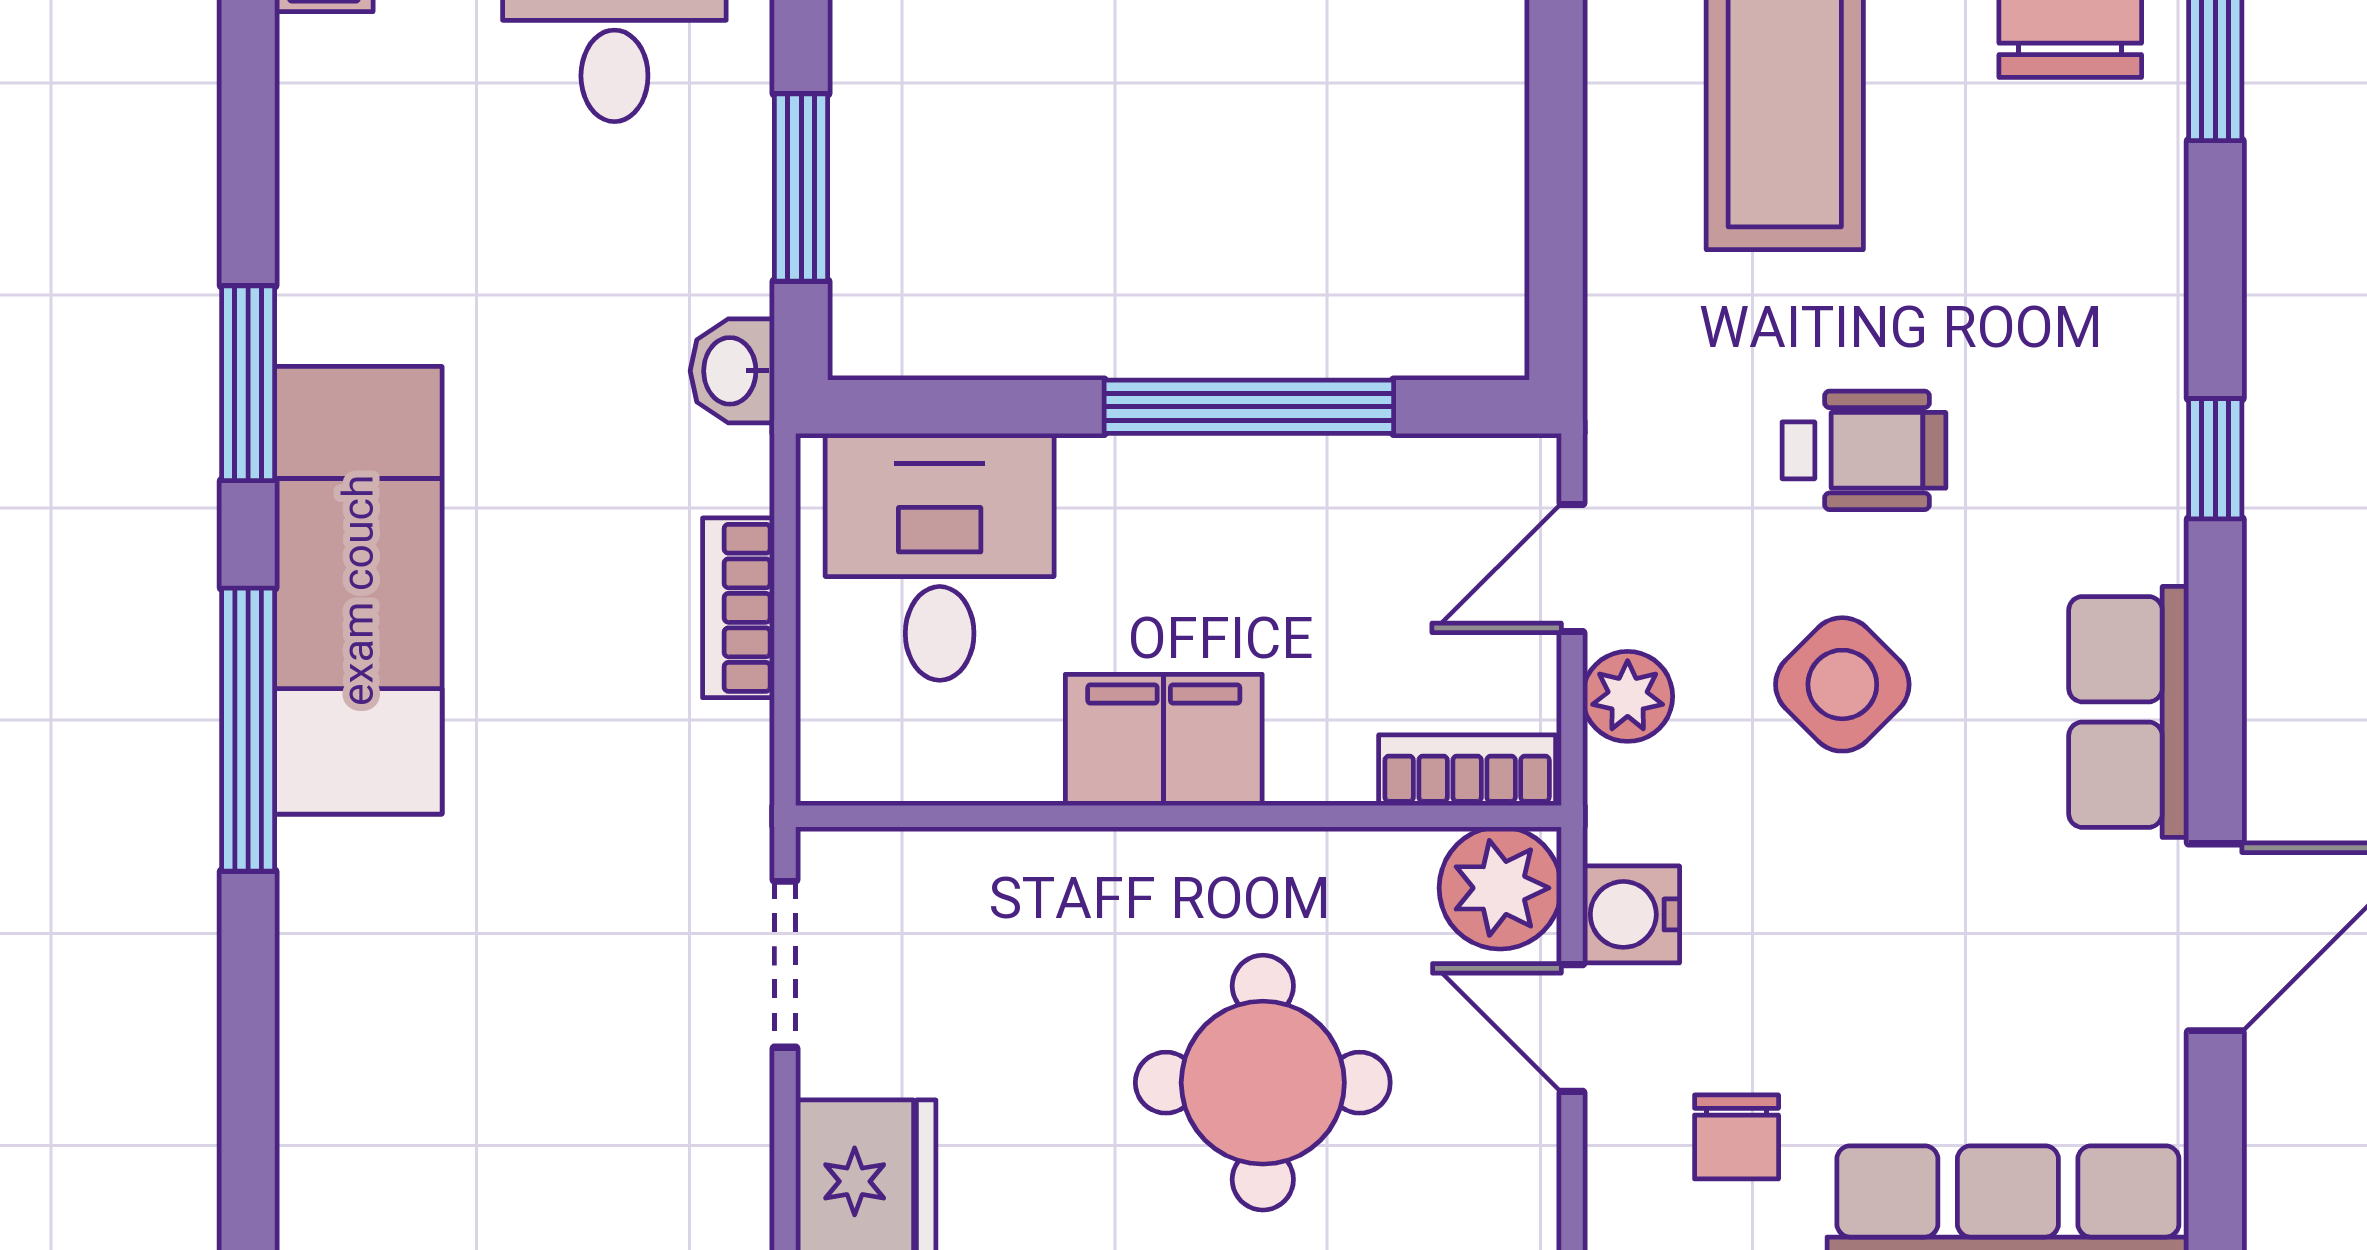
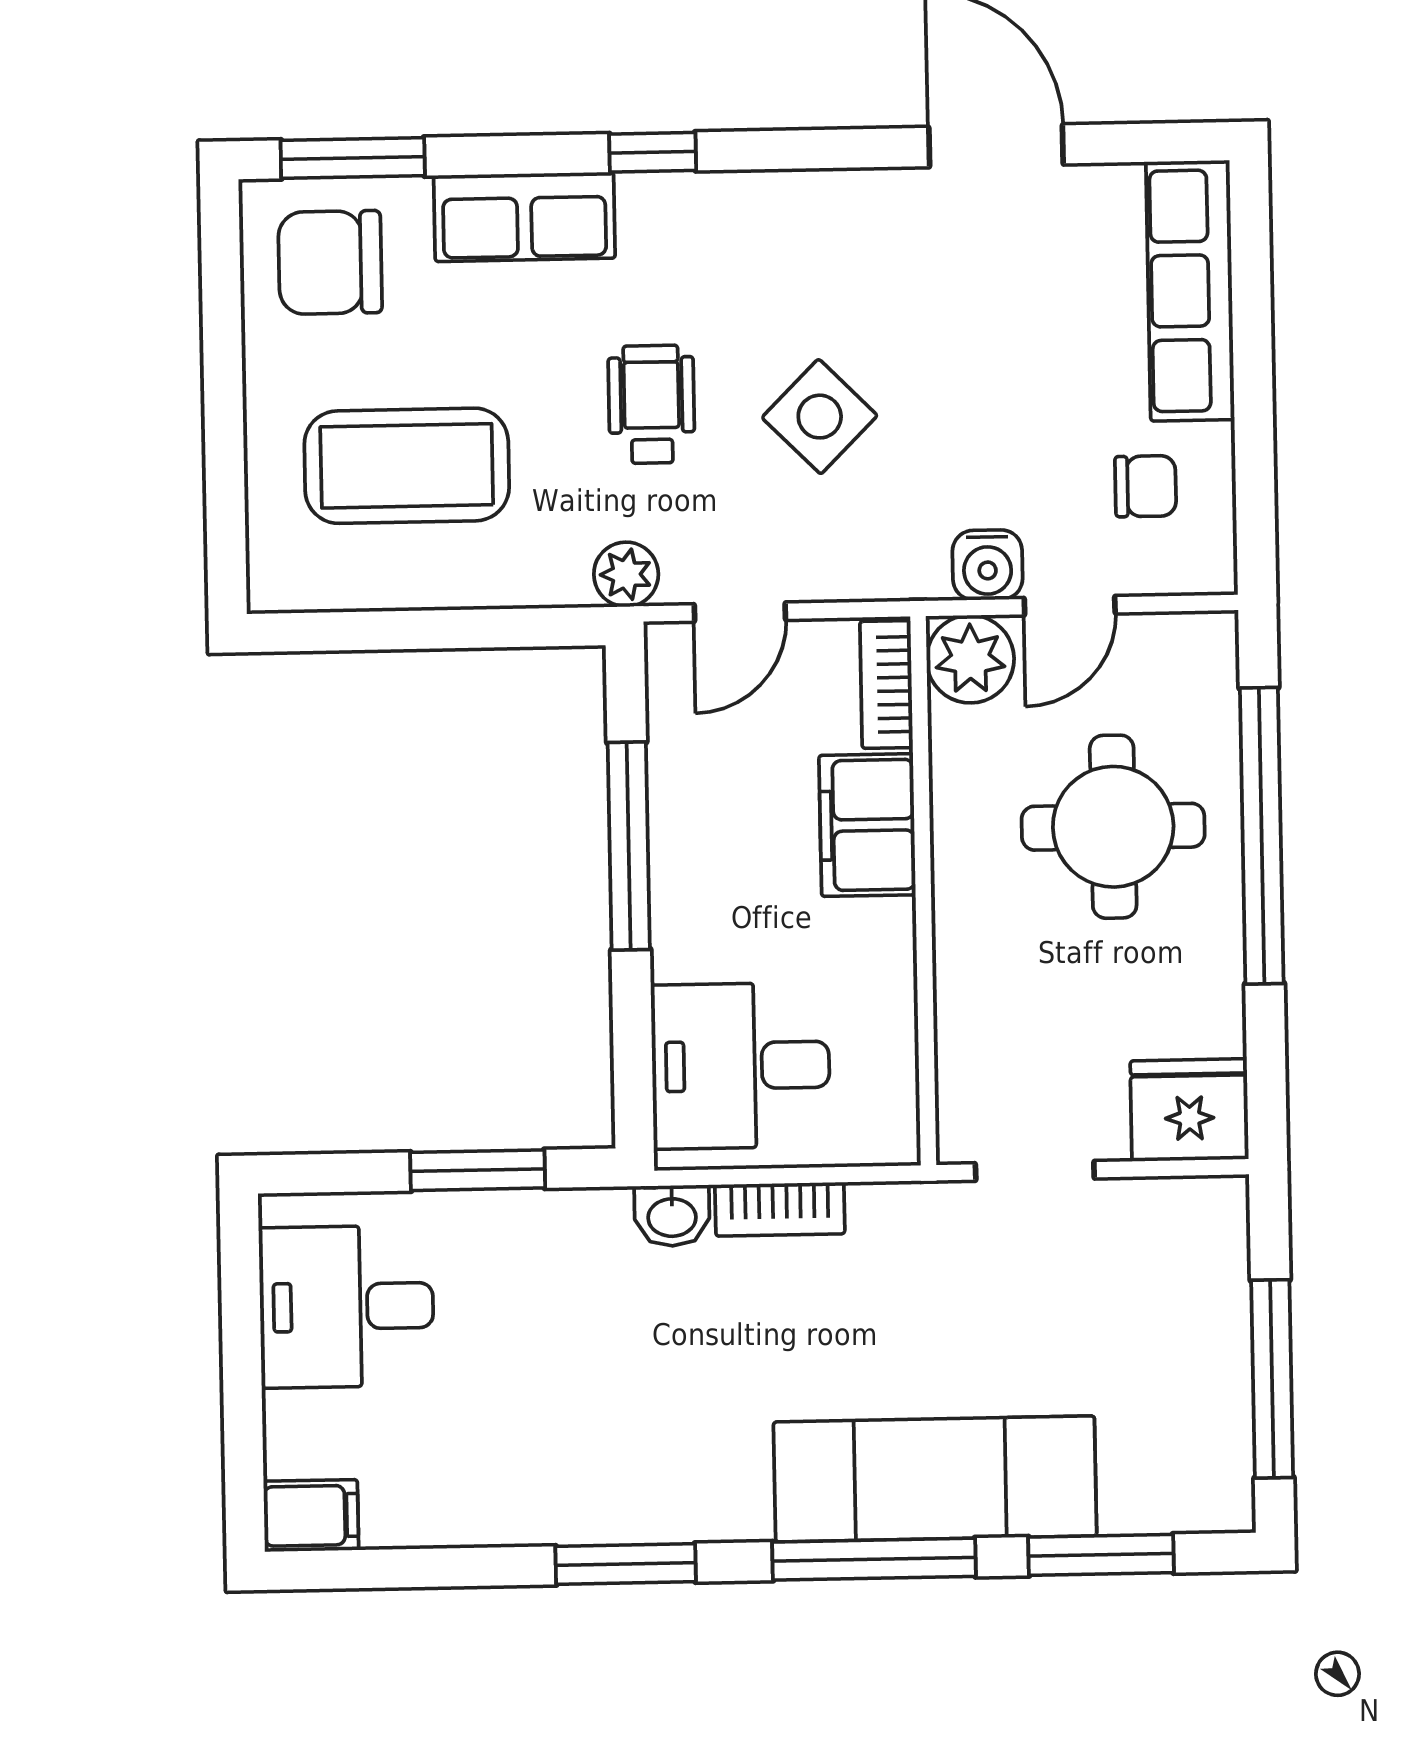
washbasin: (732, 371) -> (672, 1216), moved
door: (1572, 568) -> (740, 612), hinge flipped
exam couch: (358, 590) -> (935, 1479), moved
plant: (1628, 696) -> (626, 574), moved
row of seats: (2129, 712) -> (524, 217), moved
filing cabinet: (1164, 740) -> (867, 825), moved
window: (248, 1046) -> (1101, 1555), added

